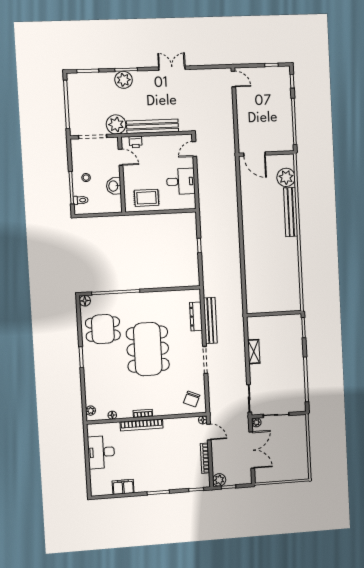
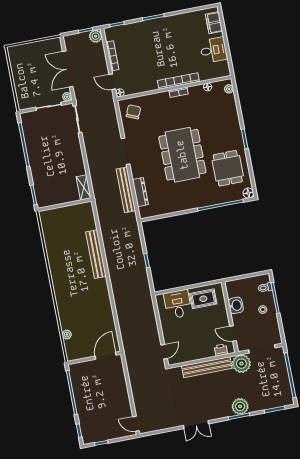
door: (254, 154) -> (106, 356), hinge flipped
plant: (286, 177) -> (67, 335), width x0.53, depth x0.53
desk: (181, 181) -> (178, 304), moved, turned 90
bench: (291, 212) -> (96, 254), moved
dining table: (103, 329) -> (228, 168), turned 90
shelving: (254, 352) -> (84, 187), moved
desk: (101, 452) -> (213, 50), width x0.73
filing cabinet: (123, 487) -> (214, 23), moved, turned 90

